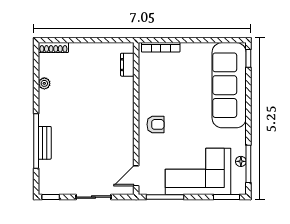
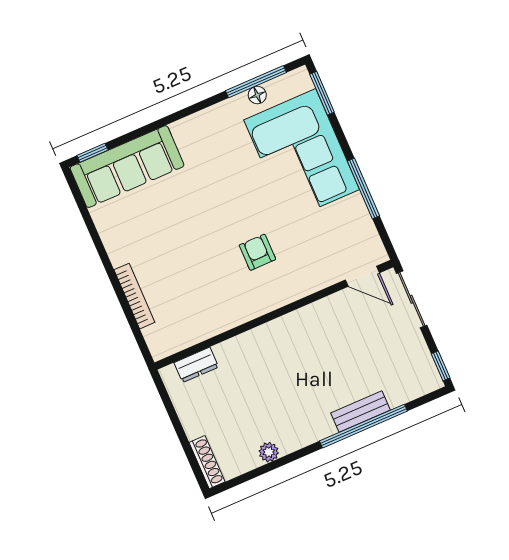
dresser: (127, 65) -> (196, 365), moved
sofa: (229, 85) -> (127, 167), width x0.74, depth x0.79
wall: (136, 119) -> (274, 315), moved
door: (136, 176) -> (362, 276), moved

